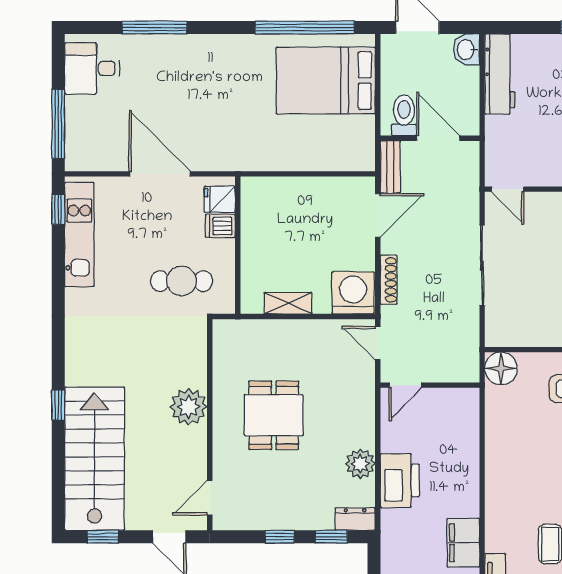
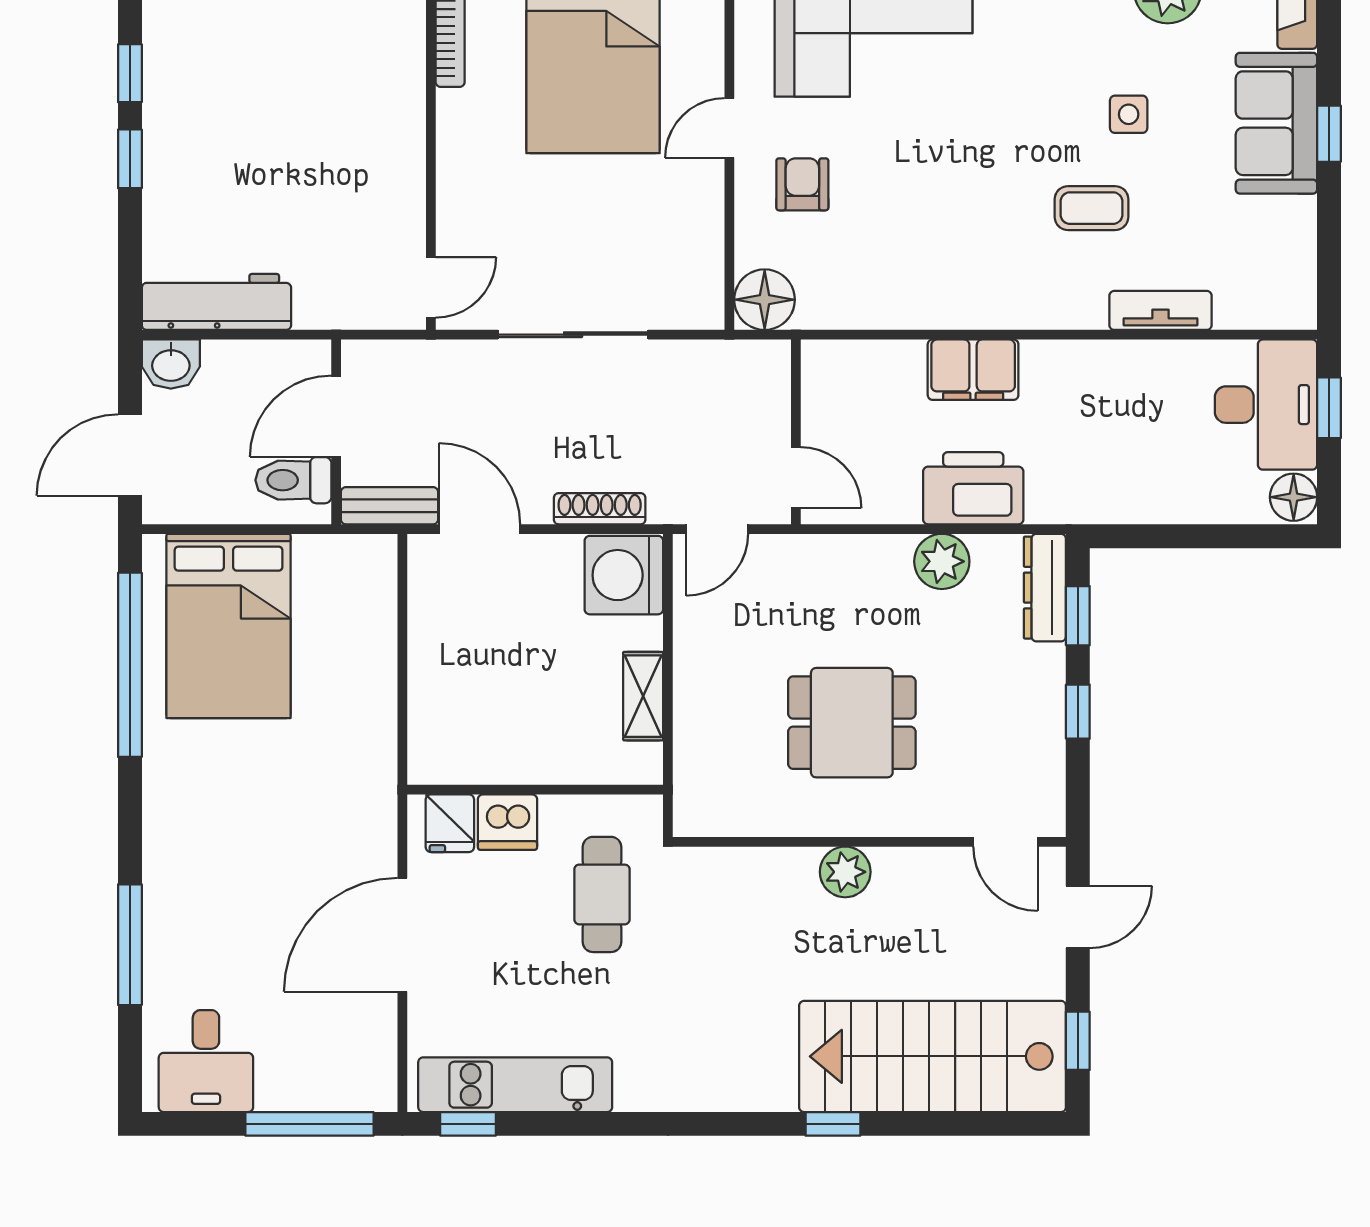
dishwasher: (220, 226) -> (507, 822), width x1.38
plant: (189, 407) -> (845, 872), width x0.73, depth x0.73
dresser: (355, 519) -> (1045, 588), width x1.44
filing cabinet: (463, 543) -> (973, 370), moved

